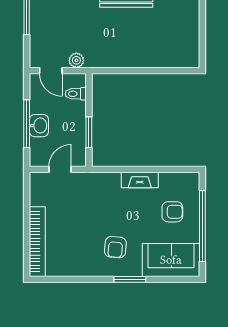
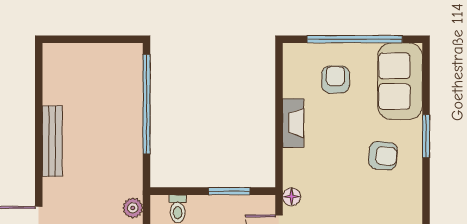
window: (154, 71) -> (147, 104), added
floor lamp: (85, 179) -> (291, 197), added

